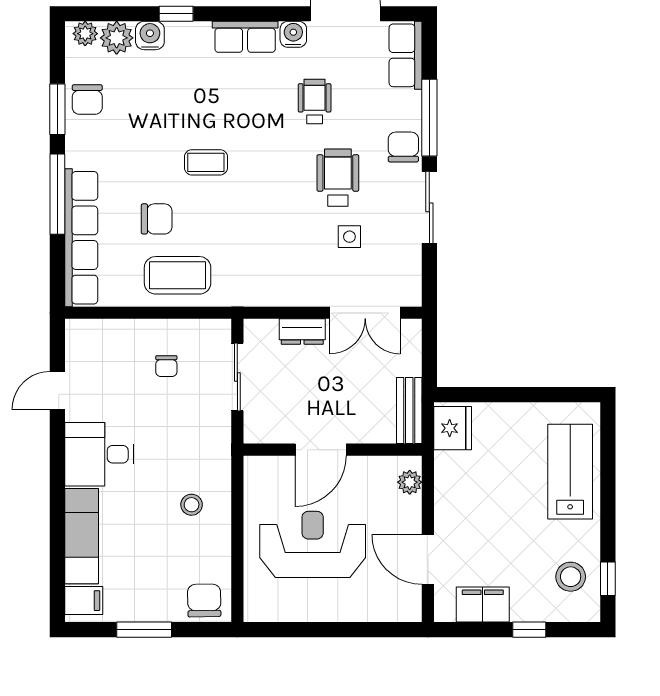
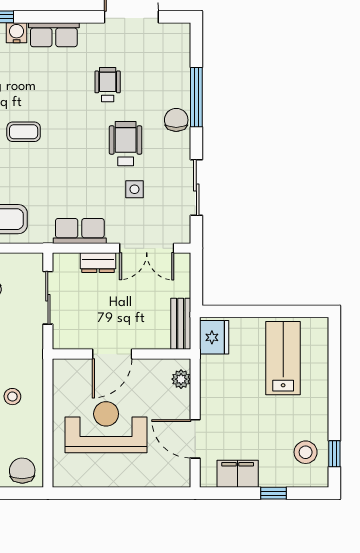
water cooler: (293, 34) -> (17, 33), moved
row of seats: (406, 55) -> (80, 231), moved, turned 90
sliding door: (429, 207) -> (196, 188), moved
lab bench: (570, 472) -> (283, 358), moved

